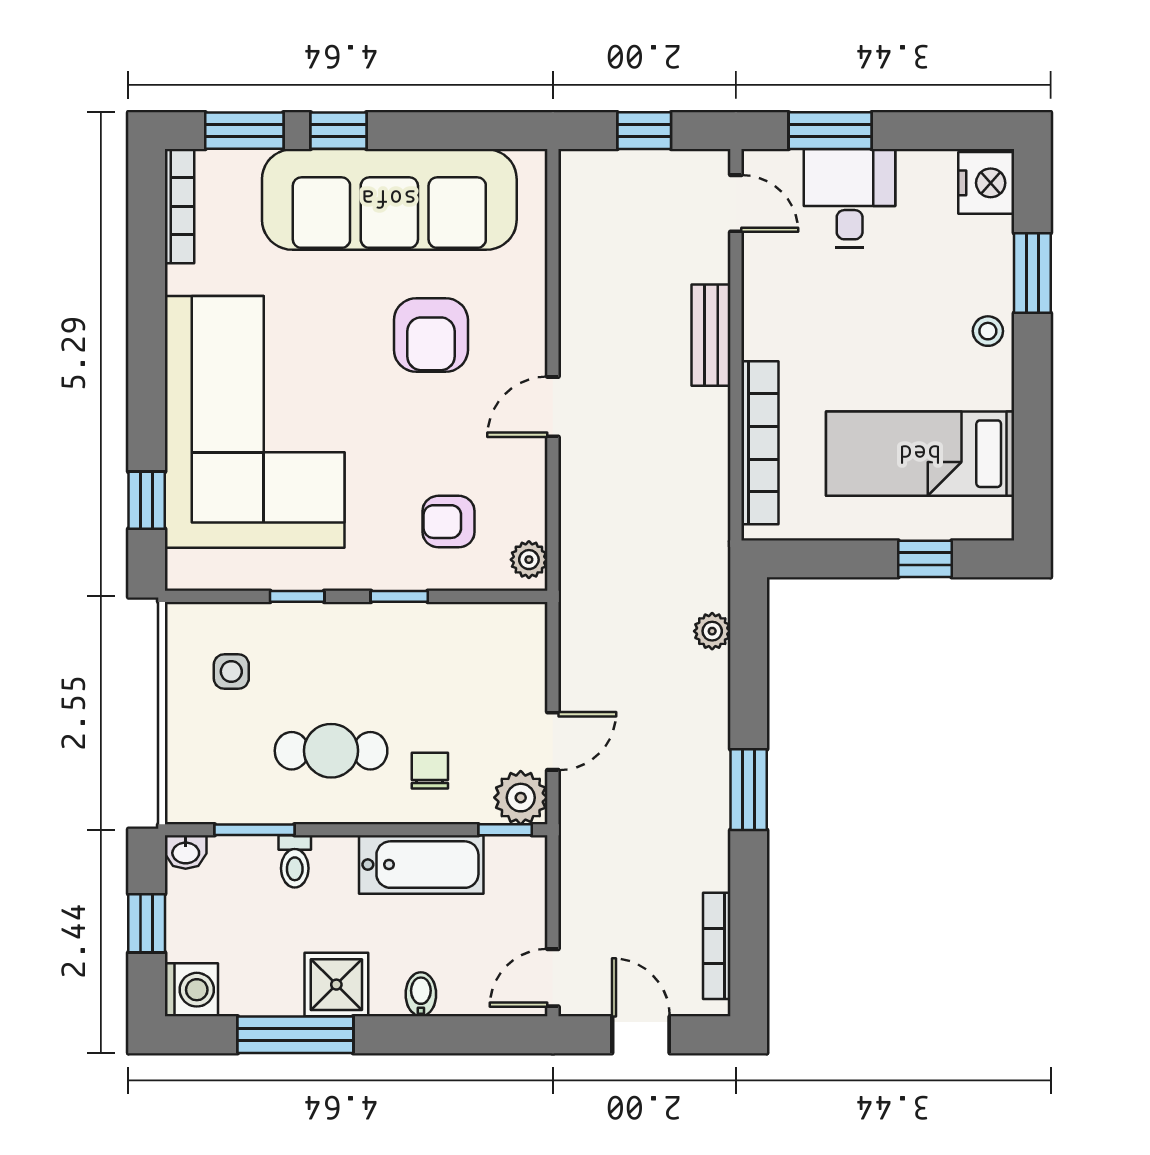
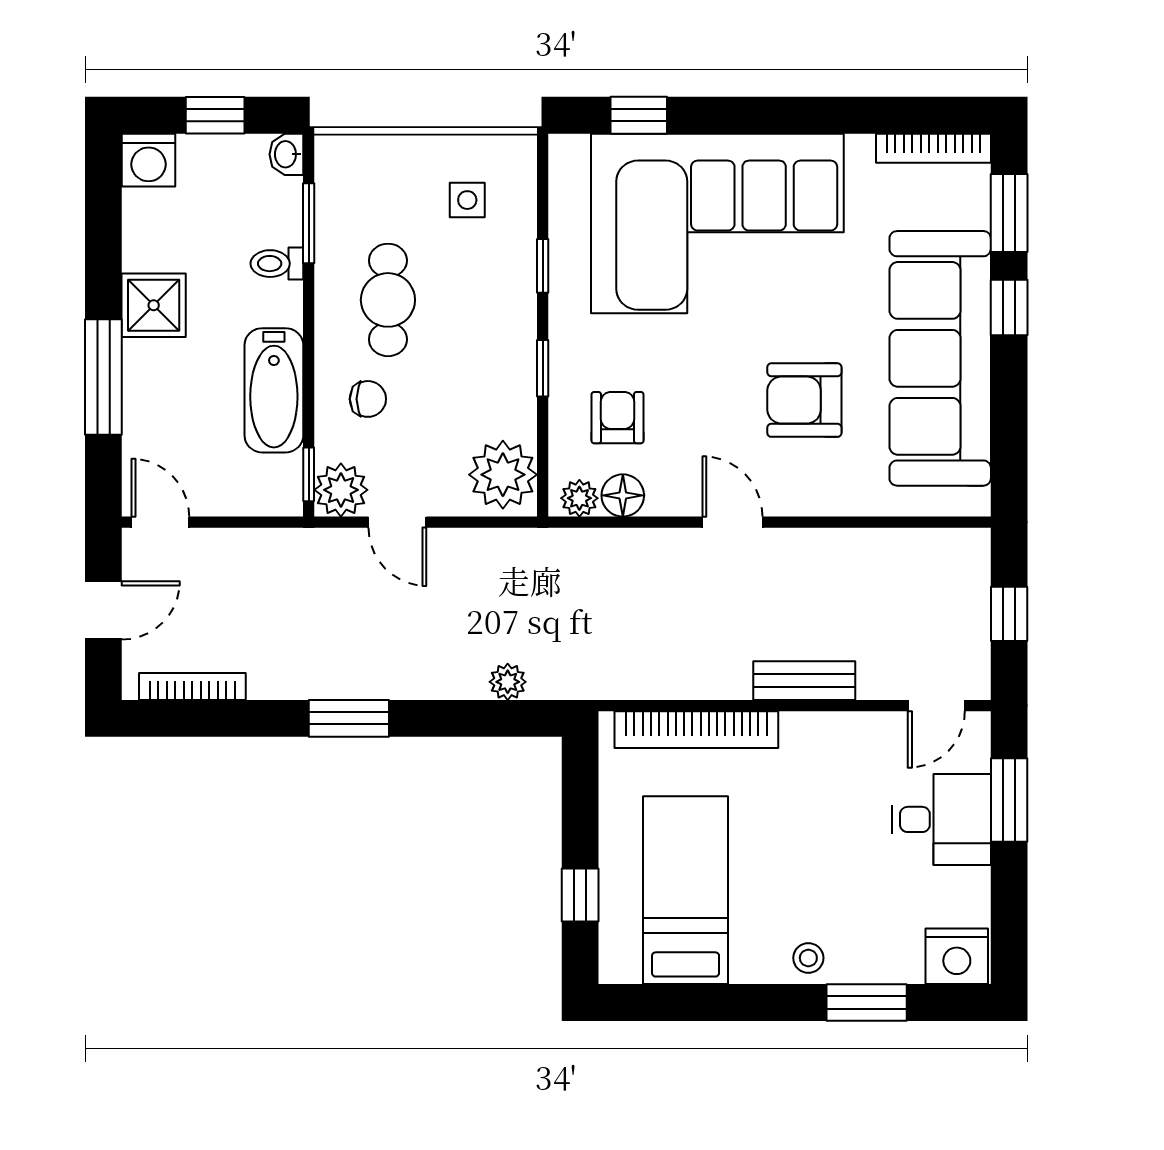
floor lamp: (526, 516) -> (623, 495), added
plant: (505, 636) -> (503, 475), added
bidet: (421, 994) -> (144, 390), removed
window: (295, 1035) -> (103, 377), moved

